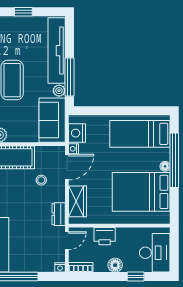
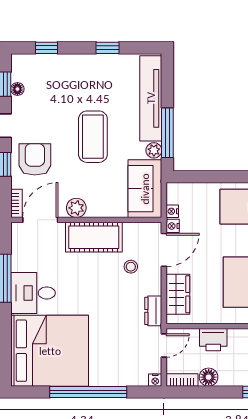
nightstand: (77, 133) -> (172, 211), width x0.53, depth x0.56
floor lamp: (115, 265) -> (209, 377), moved

